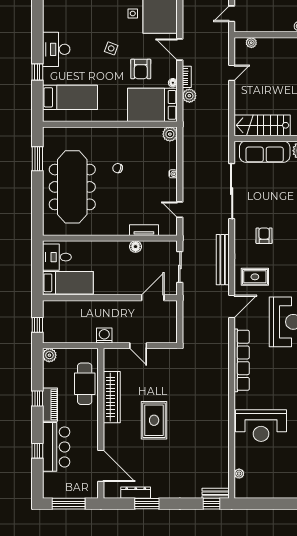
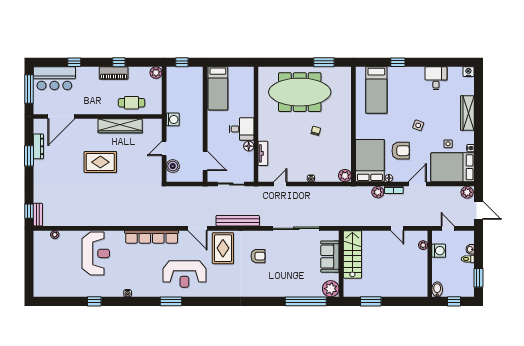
washing machine: (258, 24) -> (439, 251), added
desk: (56, 49) -> (436, 78), moved, width x0.73
armchair: (141, 69) -> (401, 151), turned 180
sofa: (265, 152) -> (330, 257), width x0.73
desk: (57, 257) -> (242, 129), moved, turned 90
rug: (255, 277) -> (223, 248), width x1.36, depth x1.43
boiler: (159, 336) -> (173, 166), added
cafe table: (85, 384) -> (132, 103), width x0.73, depth x0.74
reception desk: (261, 426) -> (96, 253), turned 180
bar counter: (56, 447) -> (54, 78), moved

